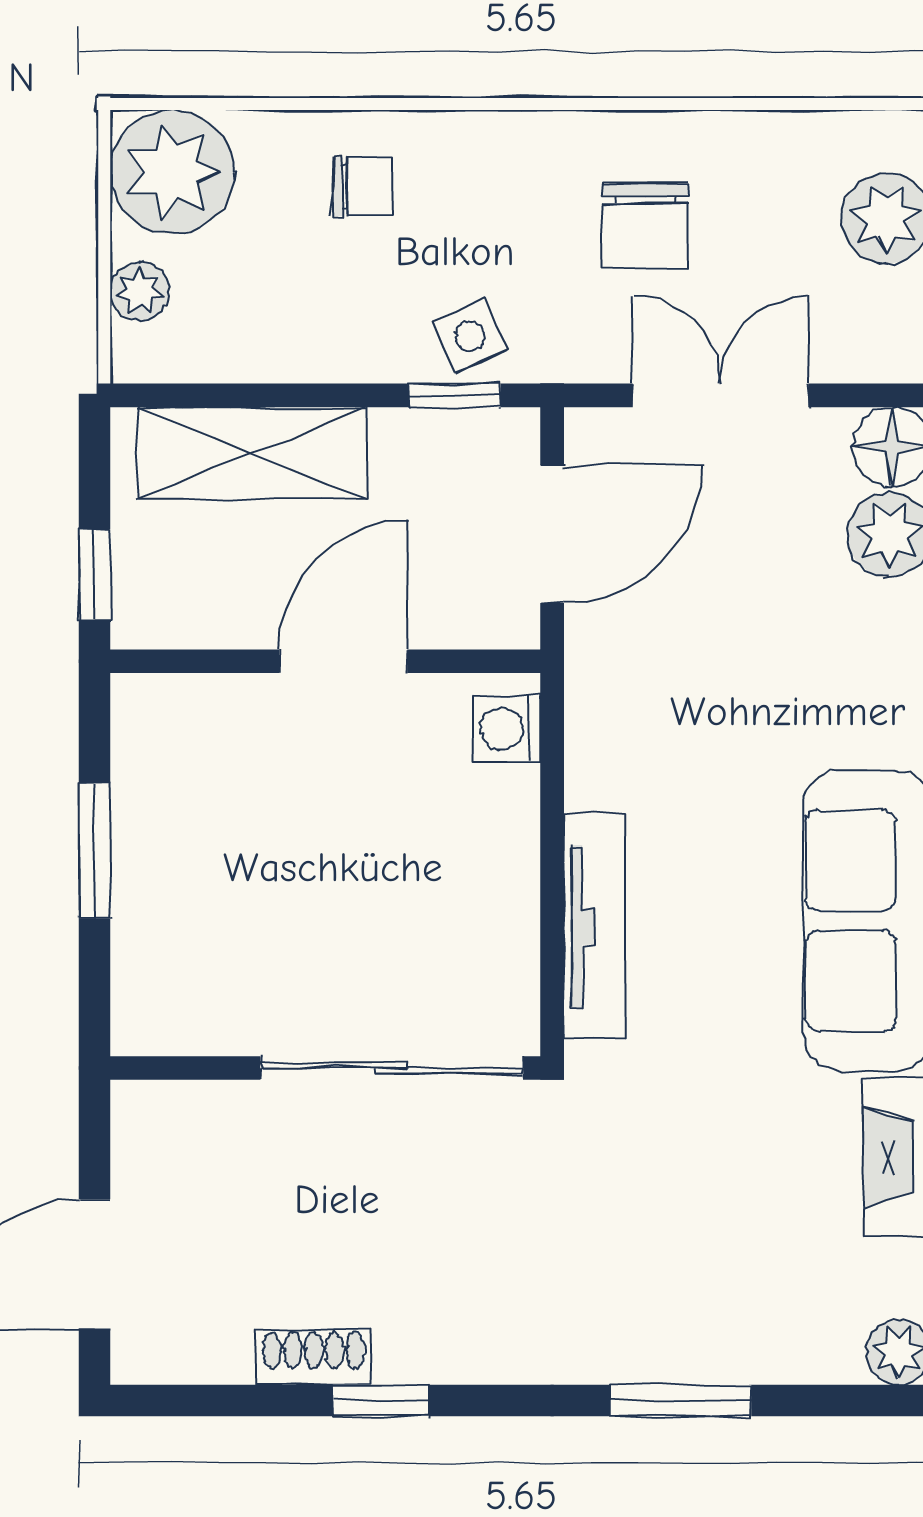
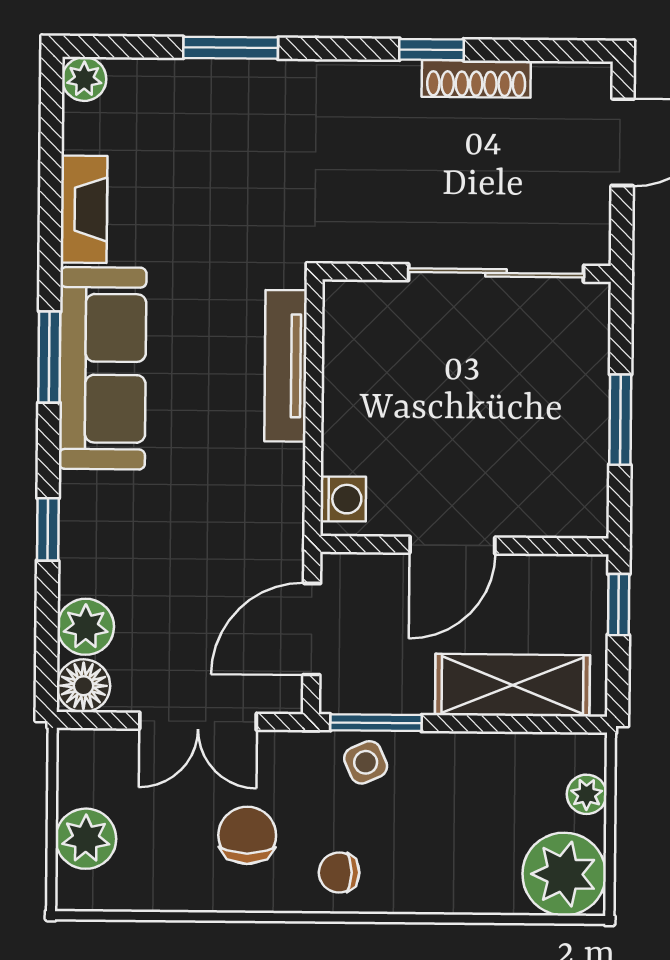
chair: (362, 186) -> (339, 873), moved
window: (455, 395) -> (376, 723), width x1.50
sliding door: (392, 1068) -> (496, 273), moved
shoe rack: (314, 1357) -> (476, 79), width x1.43

